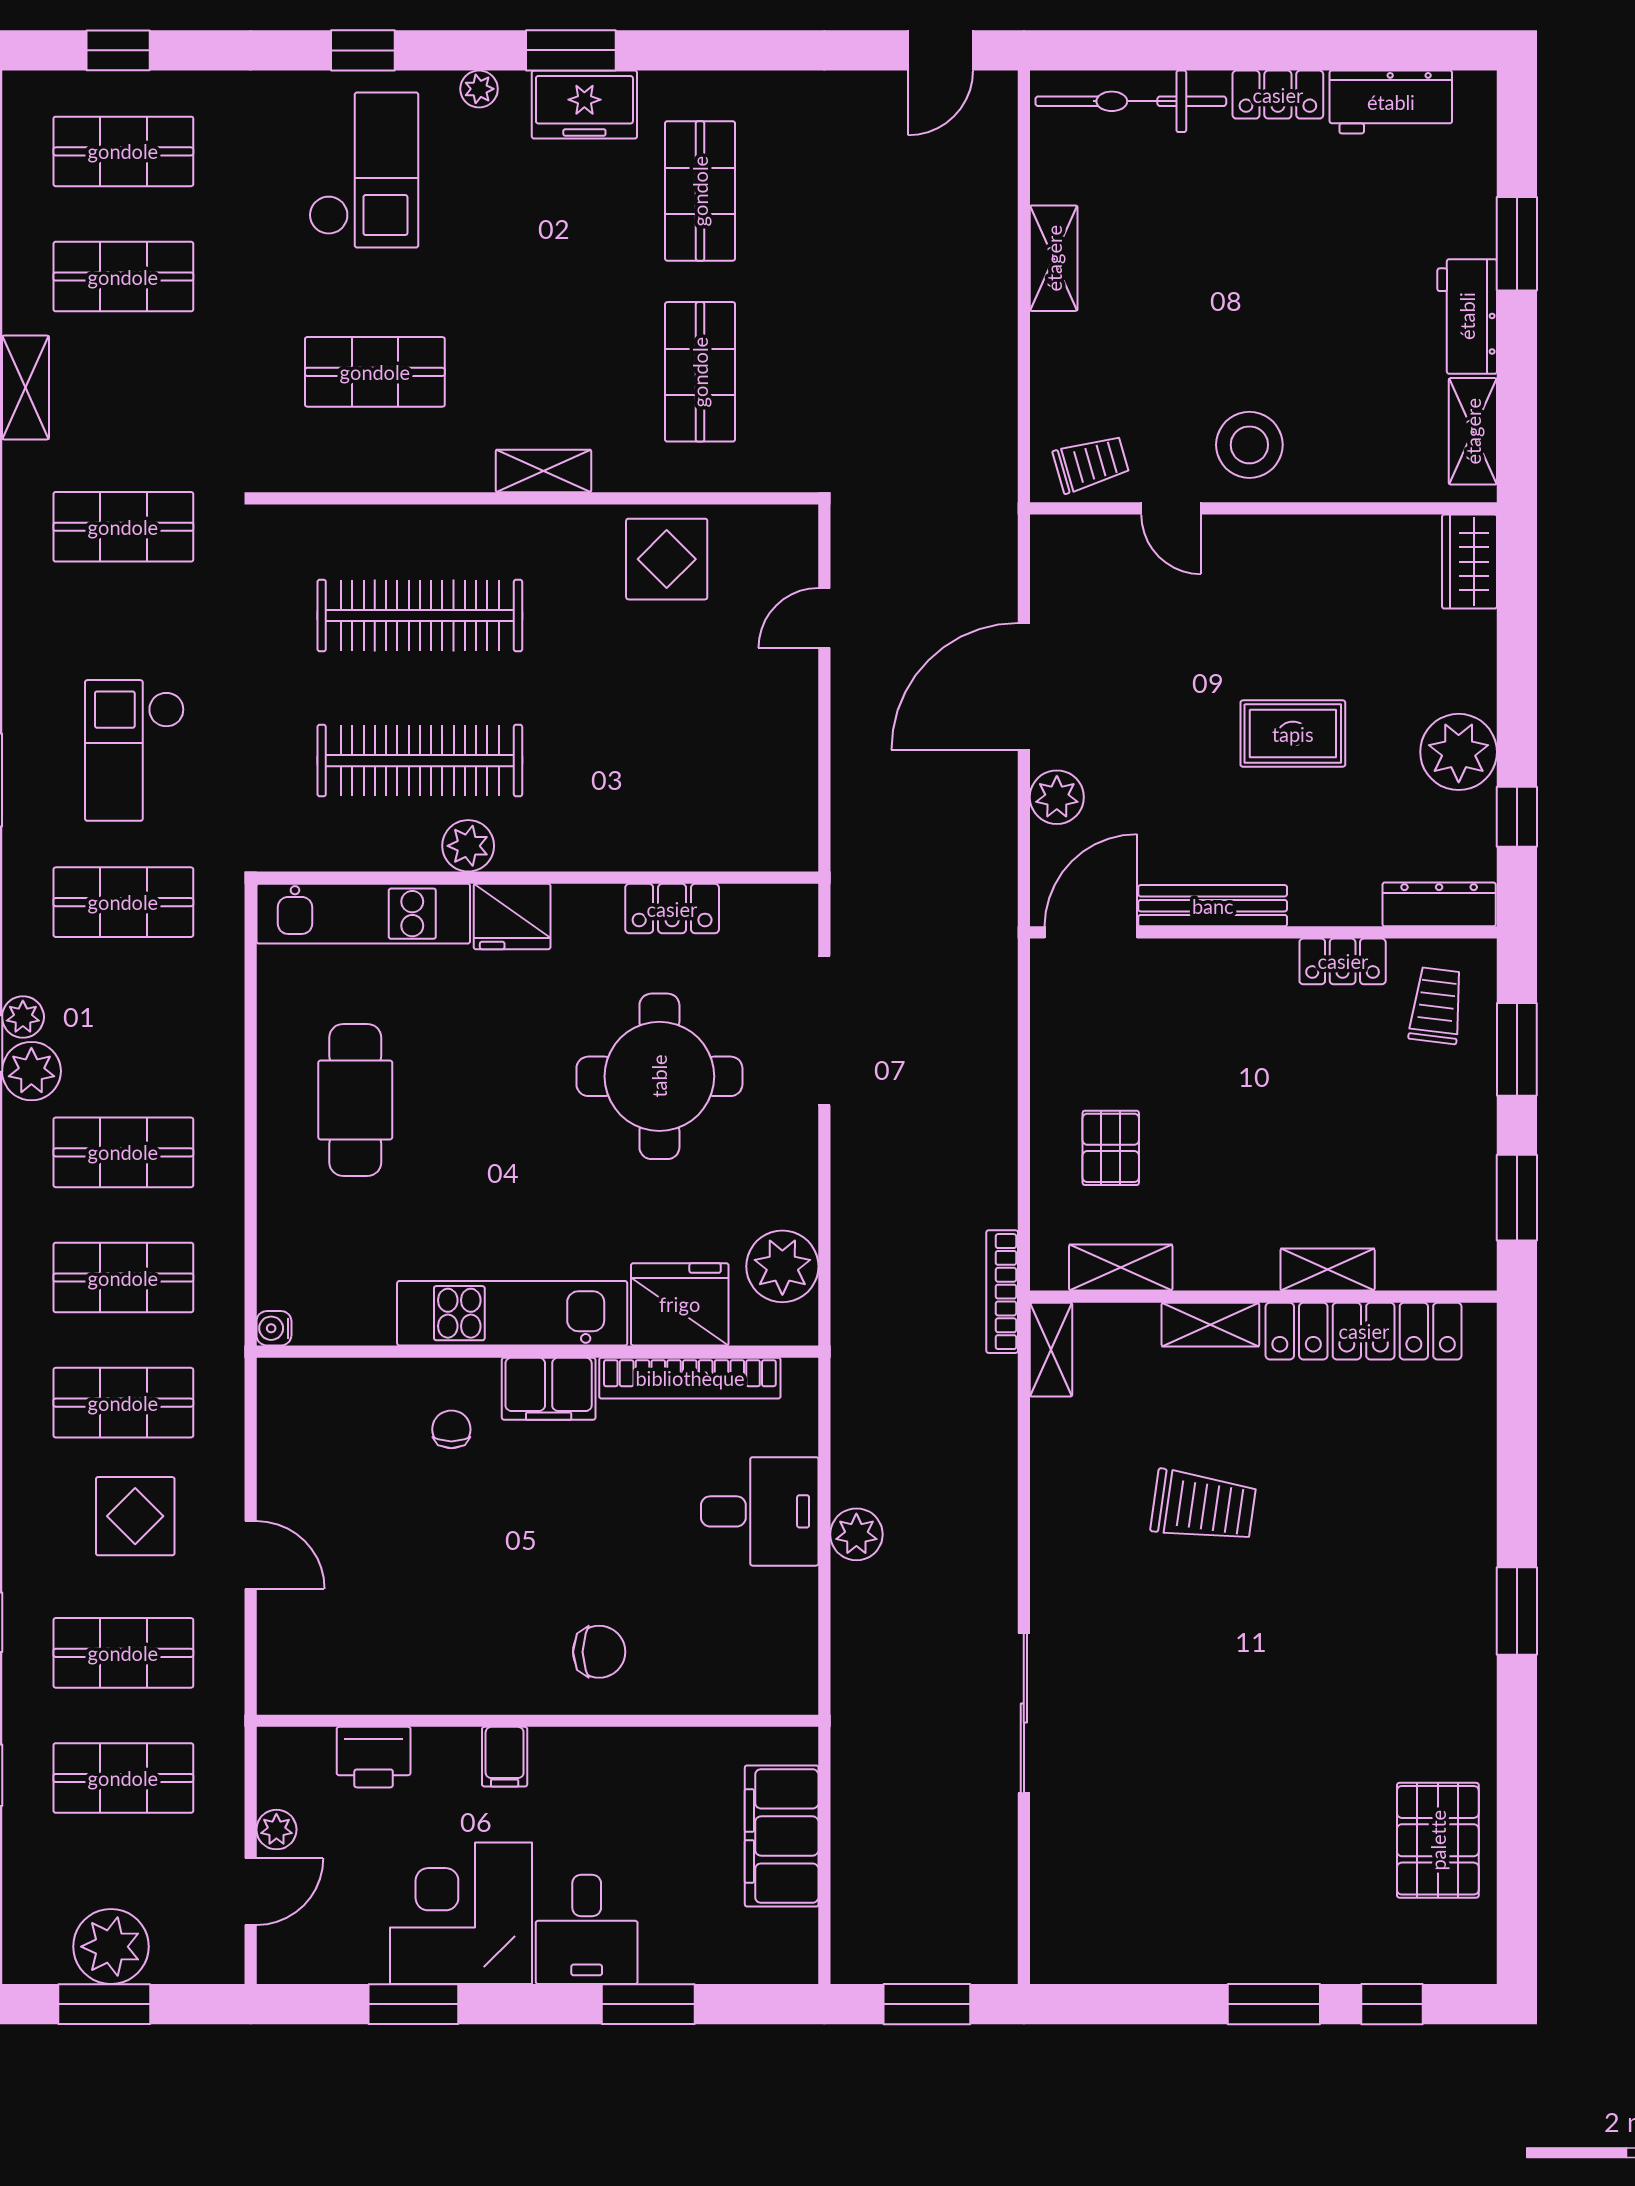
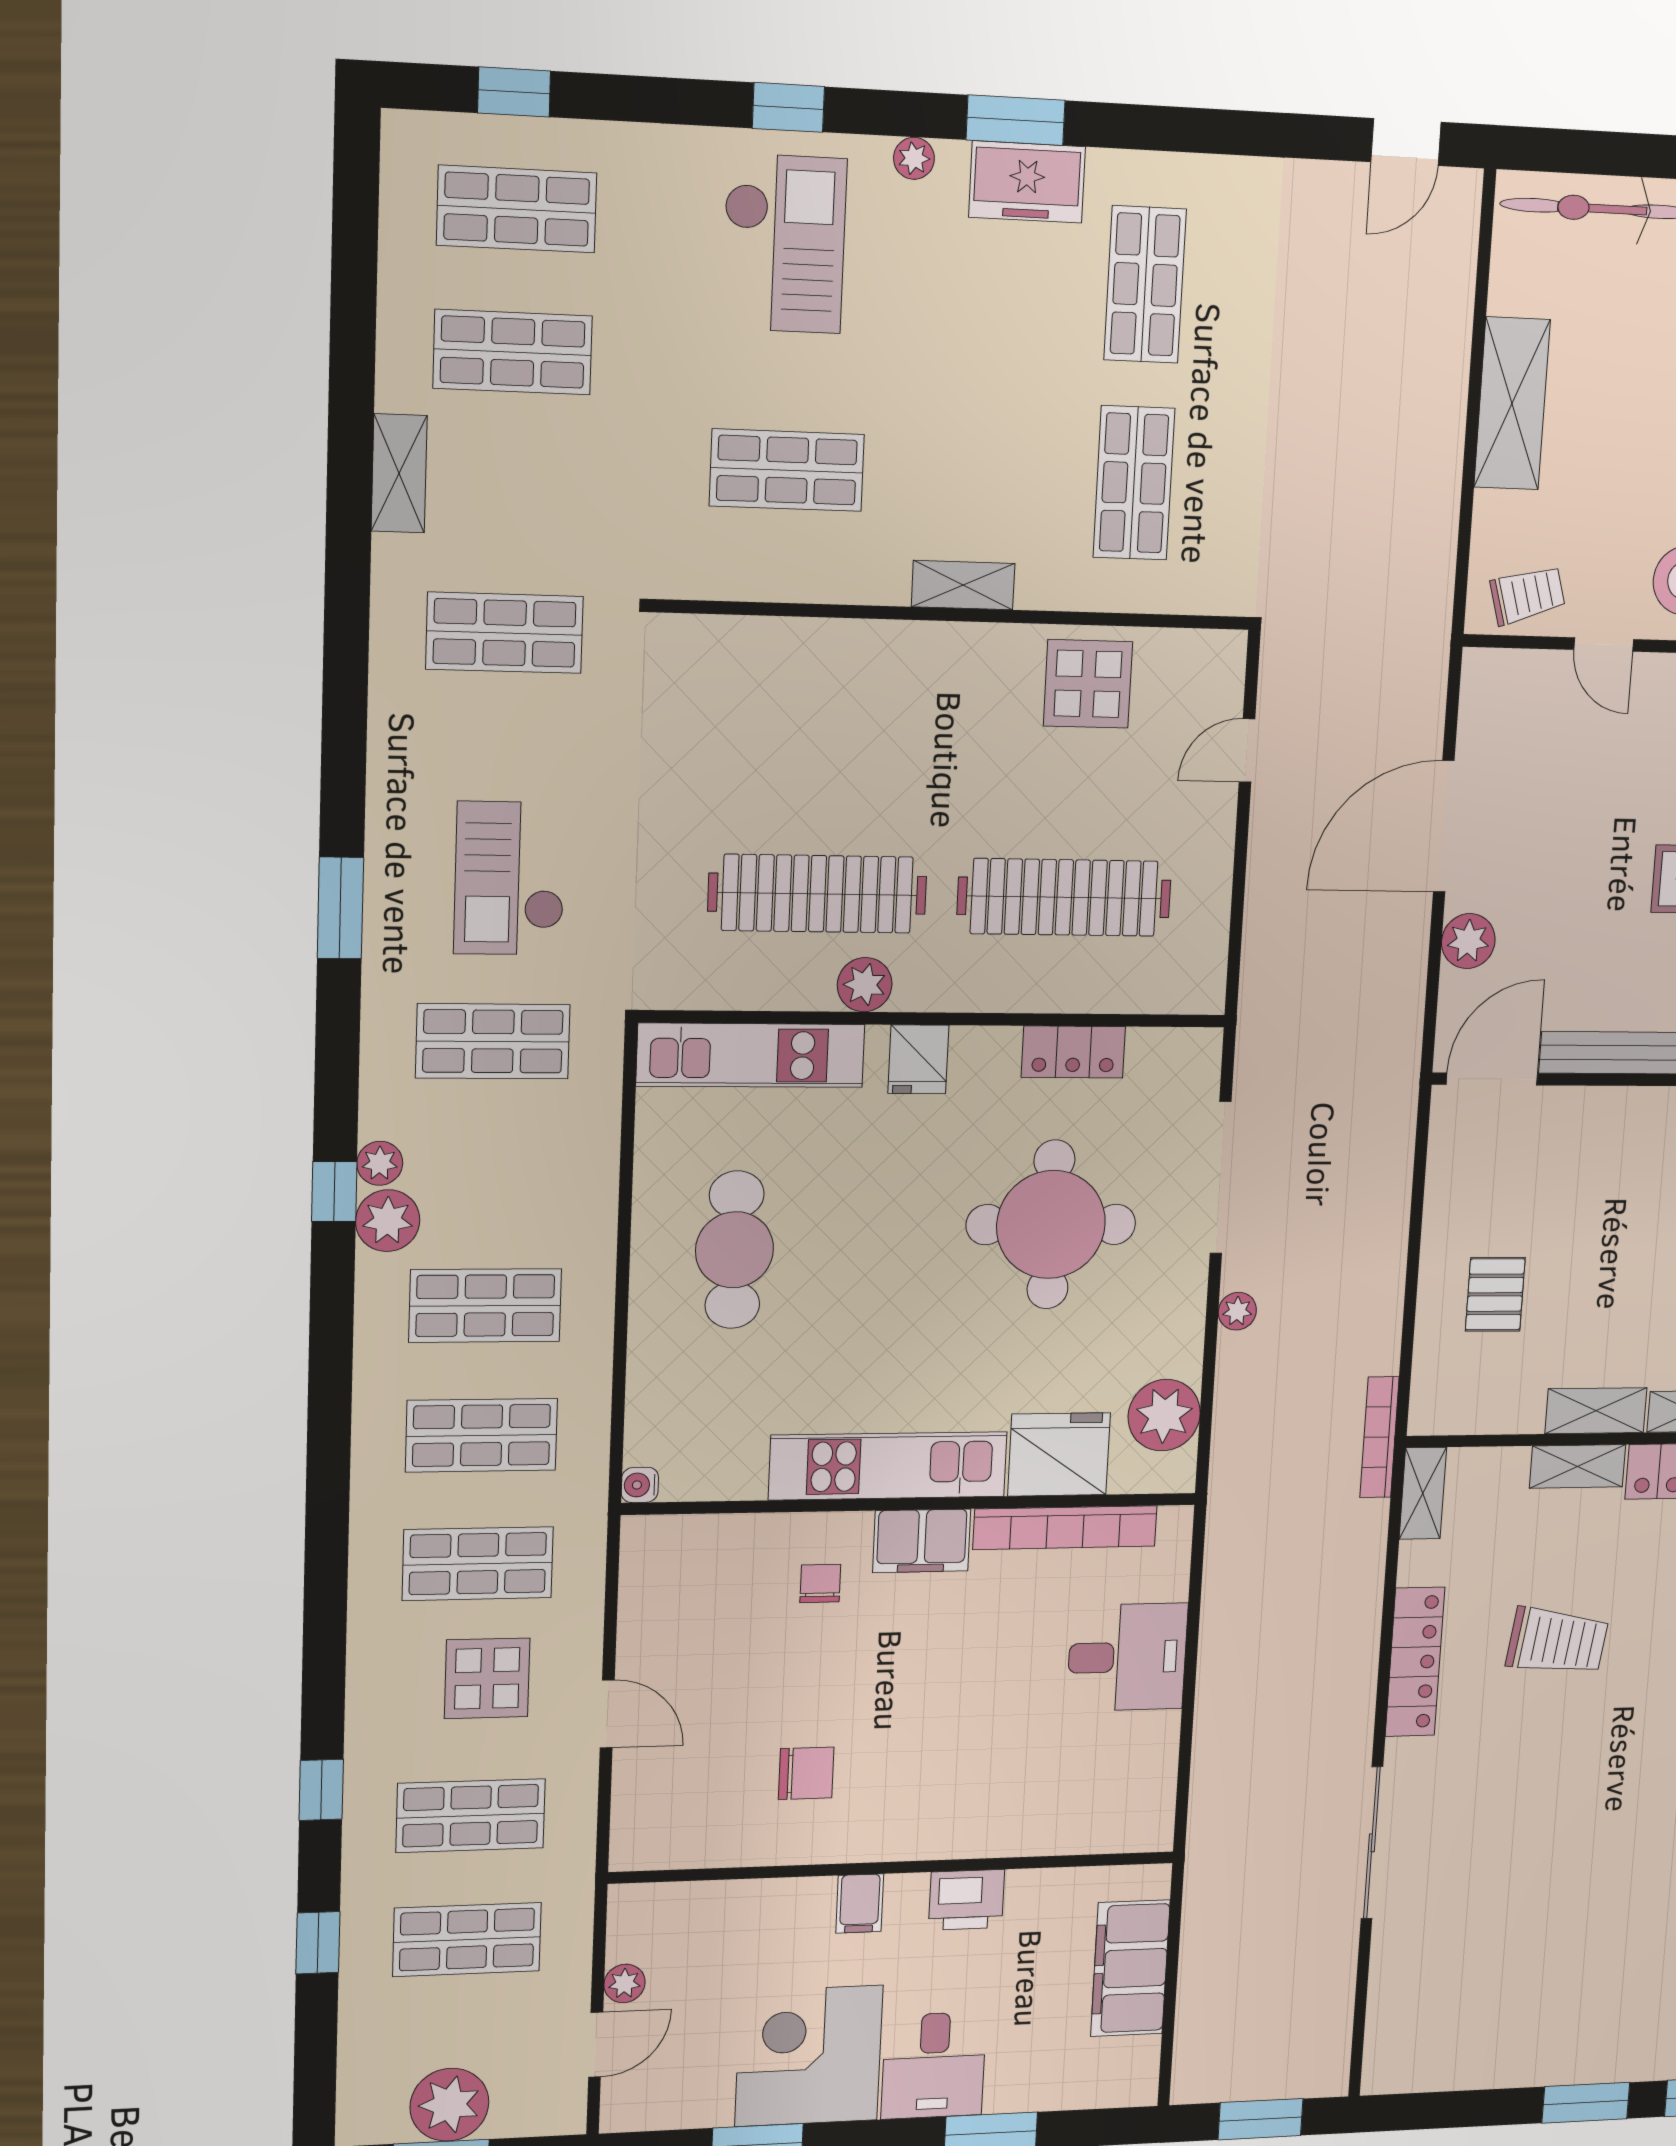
shelving: (1054, 258) -> (1512, 403), width x1.50, depth x1.33
clothes rail: (420, 615) -> (1064, 897), moved
fridge: (512, 916) -> (918, 1059), width x0.72
shelving: (1121, 1267) -> (1596, 1411), moved
locker: (1055, 1524) -> (1415, 1662), added
plant: (856, 1534) -> (1237, 1311), moved, width x0.73, depth x0.73
chair: (599, 1652) -> (806, 1773), moved
printer: (374, 1757) -> (967, 1900), moved

